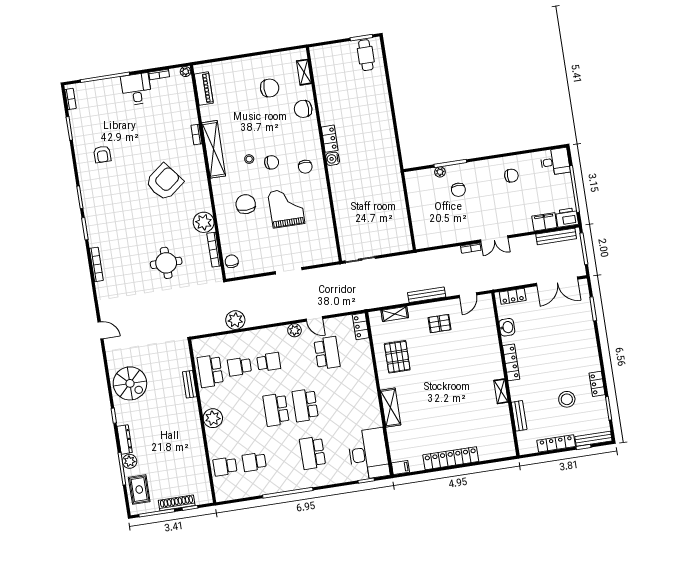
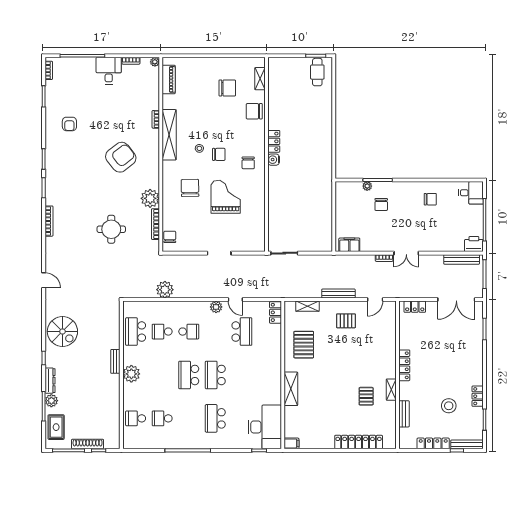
filing cabinet: (544, 222) -> (349, 245), moved
washbasin: (507, 327) -> (405, 333), removed
bench: (190, 384) -> (115, 361), moved
pallet: (474, 403) -> (366, 396), added
locker: (451, 458) -> (359, 442), moved

